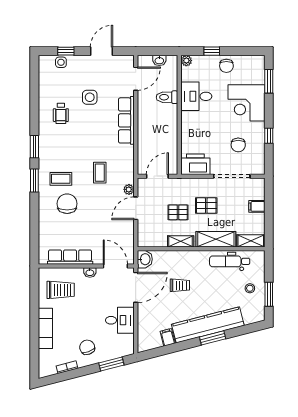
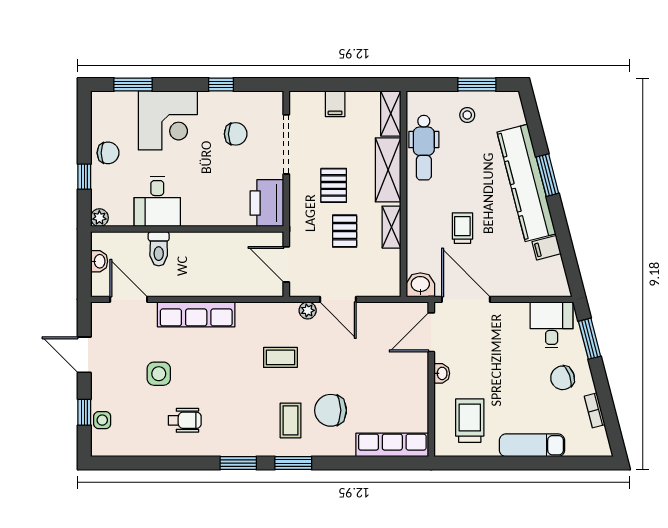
row of seats: (70, 257) -> (392, 445), moved, turned 90
desk: (120, 320) -> (552, 325), moved

